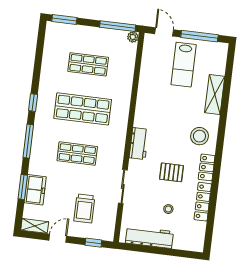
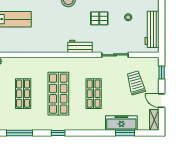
window: (28, 141) -> (20, 133), moved
pallet: (171, 172) -> (99, 18), turned 90
freezer: (35, 190) -> (121, 123), width x1.40
trolley: (84, 208) -> (136, 83), turned -106

